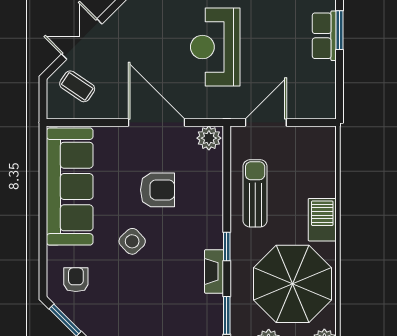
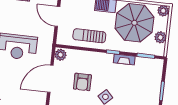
door: (266, 123) -> (57, 16), moved
armchair: (157, 190) -> (82, 82), turned 180

